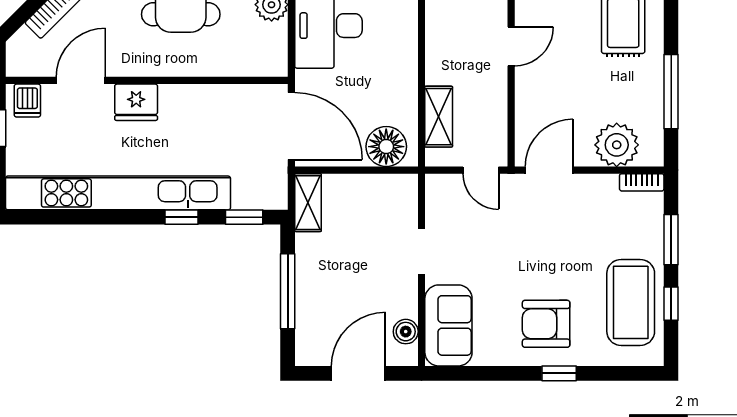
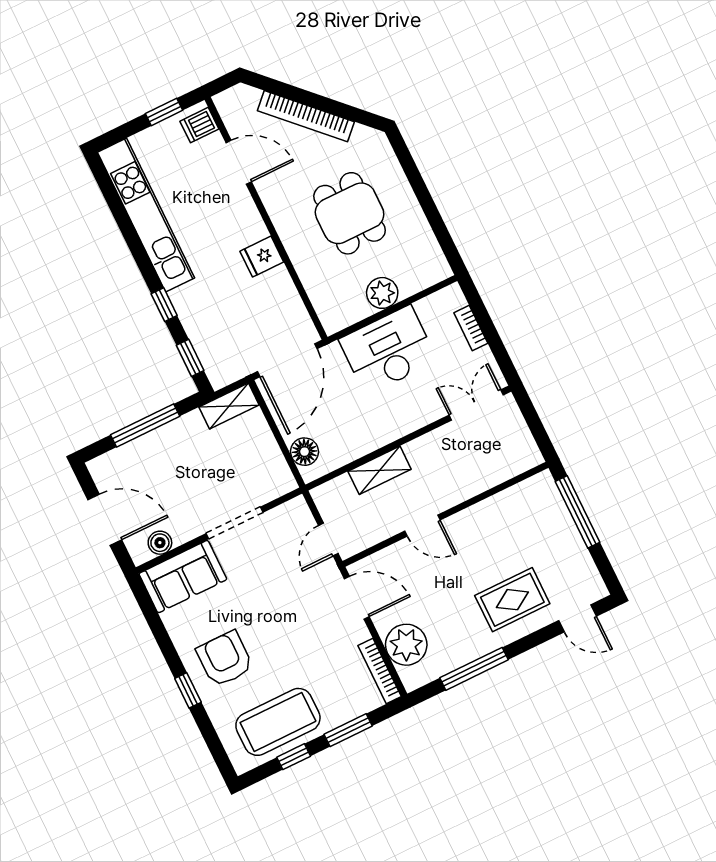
door: (511, 46) -> (422, 526), moved
fridge: (136, 102) -> (262, 257), moved, width x0.72
shelving: (439, 117) -> (380, 470), moved
floor lamp: (386, 147) -> (305, 452), width x0.73, depth x0.73
bookcase: (642, 182) -> (380, 671), width x1.56
kitchen unit: (118, 193) -> (146, 215), width x0.73
doorway: (421, 251) -> (235, 523), width x1.38

